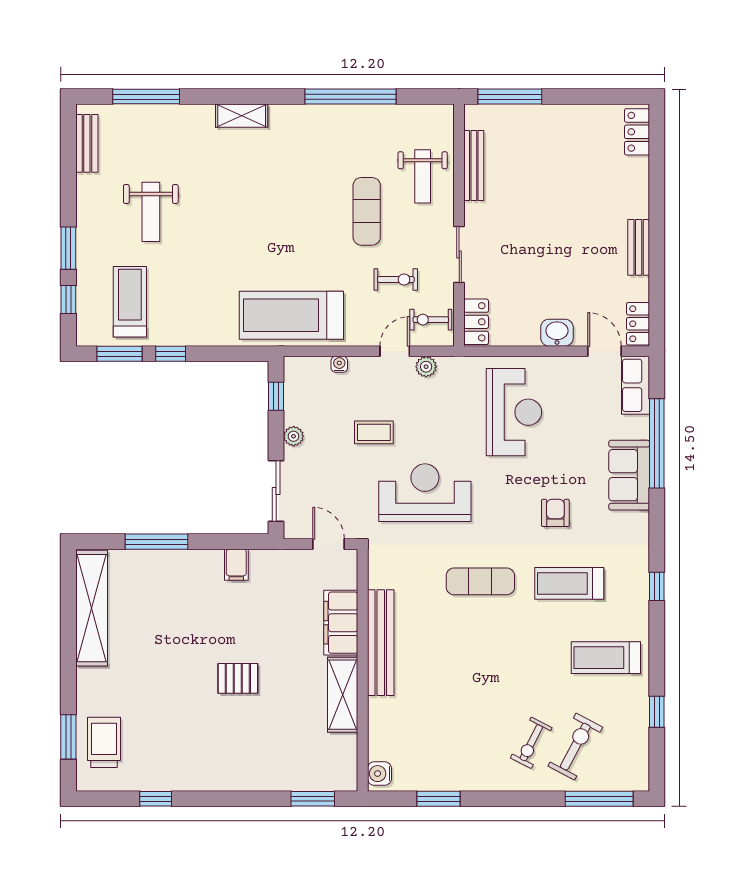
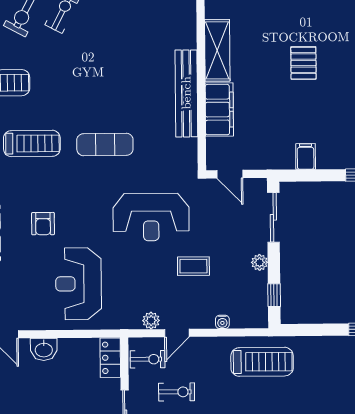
exercise bike: (396, 280) -> (177, 392), turned 180
treadmill: (291, 315) -> (262, 362), width x0.73, depth x0.73
armchair: (555, 513) -> (43, 224), moved
pallet: (238, 678) -> (303, 63), turned 90

